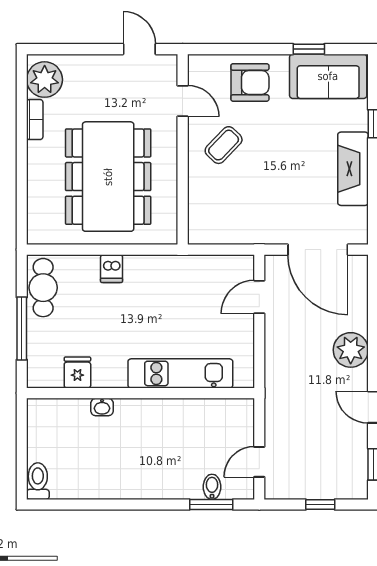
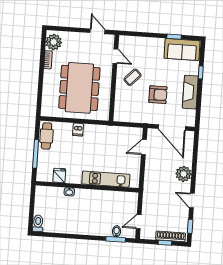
armchair: (250, 82) -> (158, 95), moved
shoe rack: (332, 490) -> (171, 236), added

